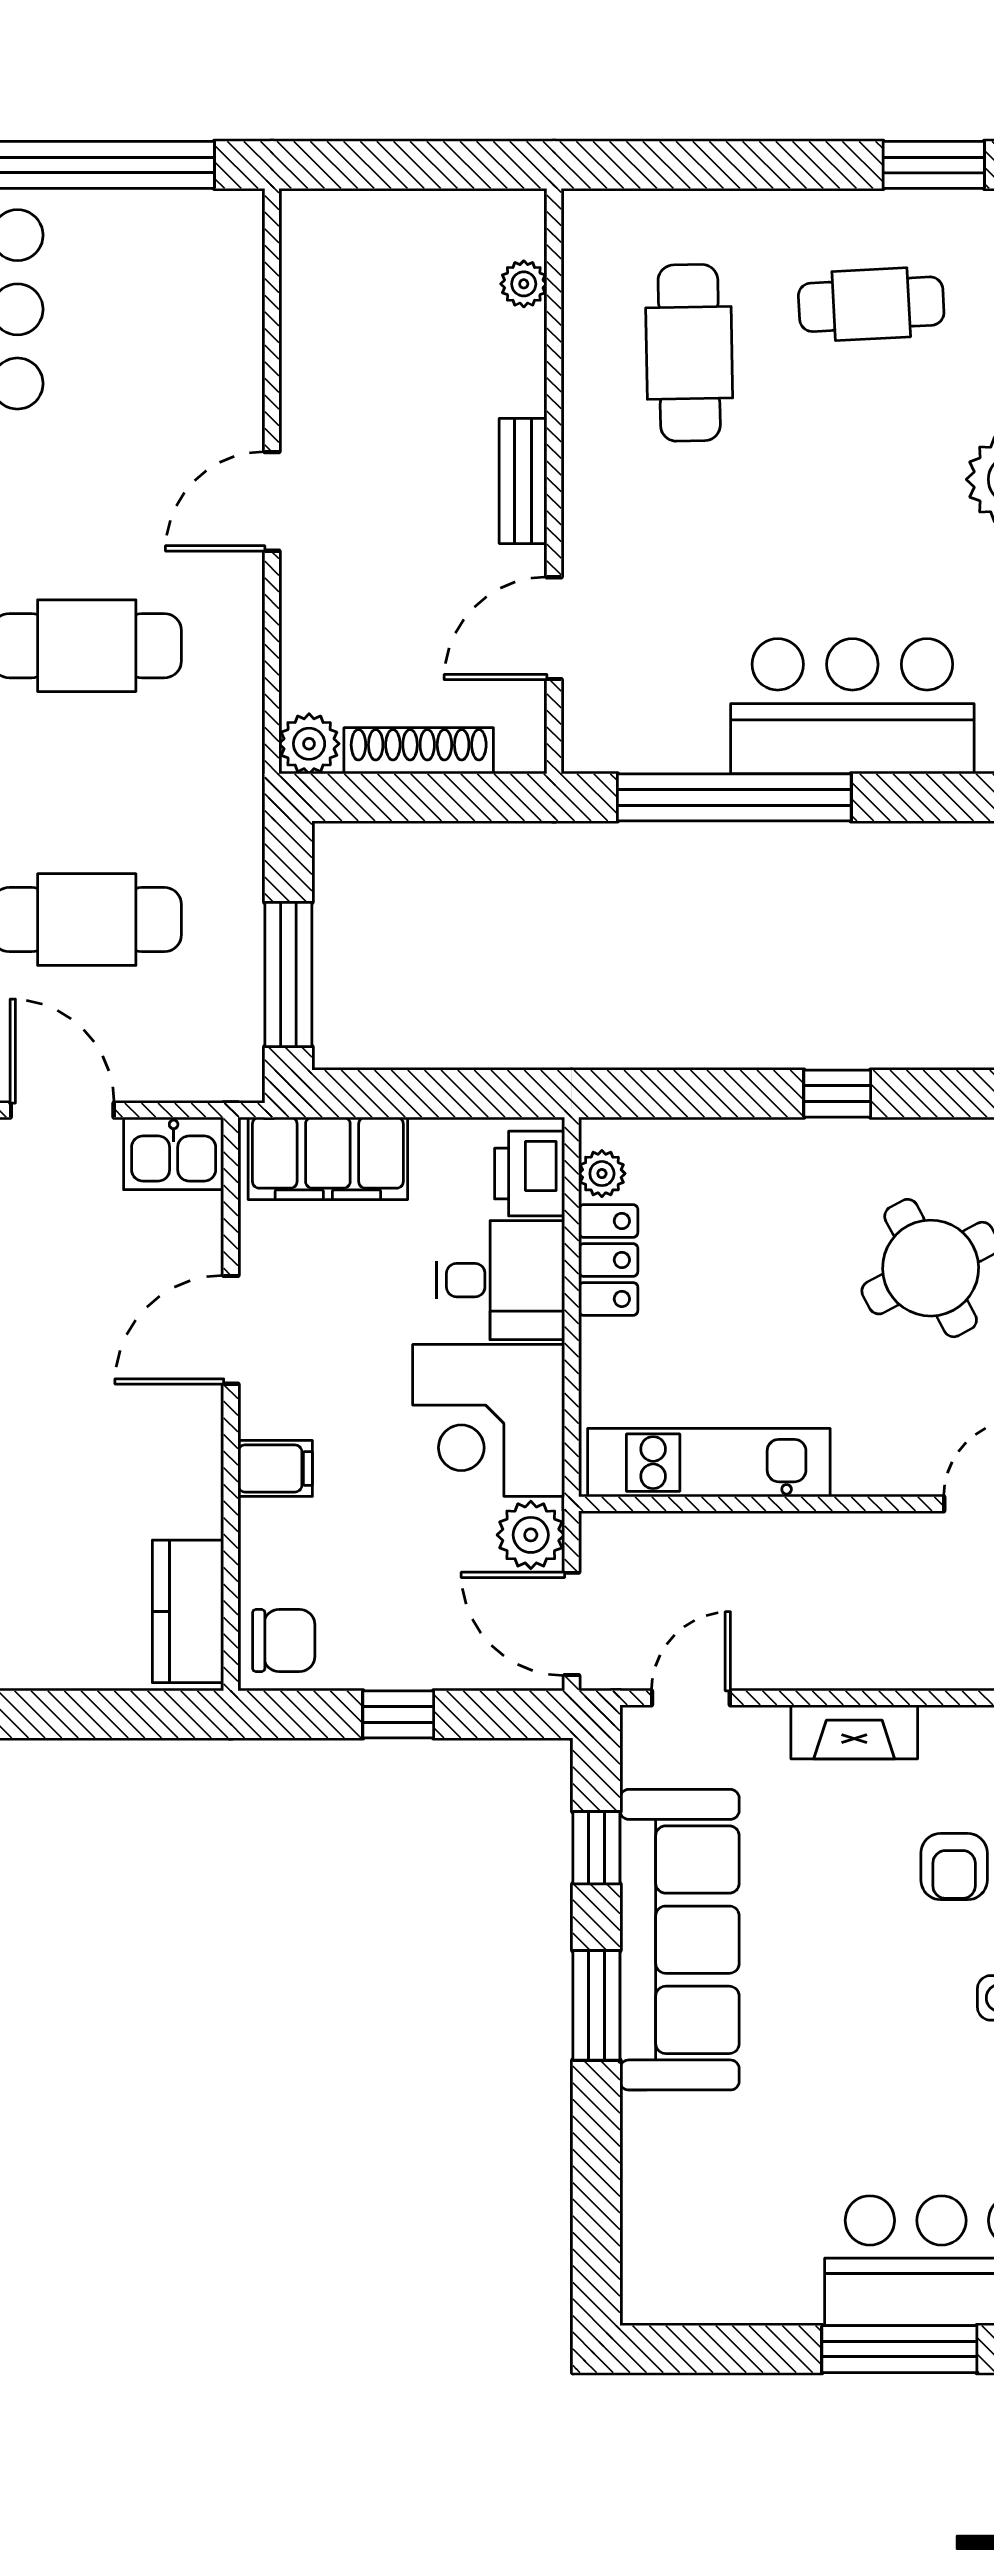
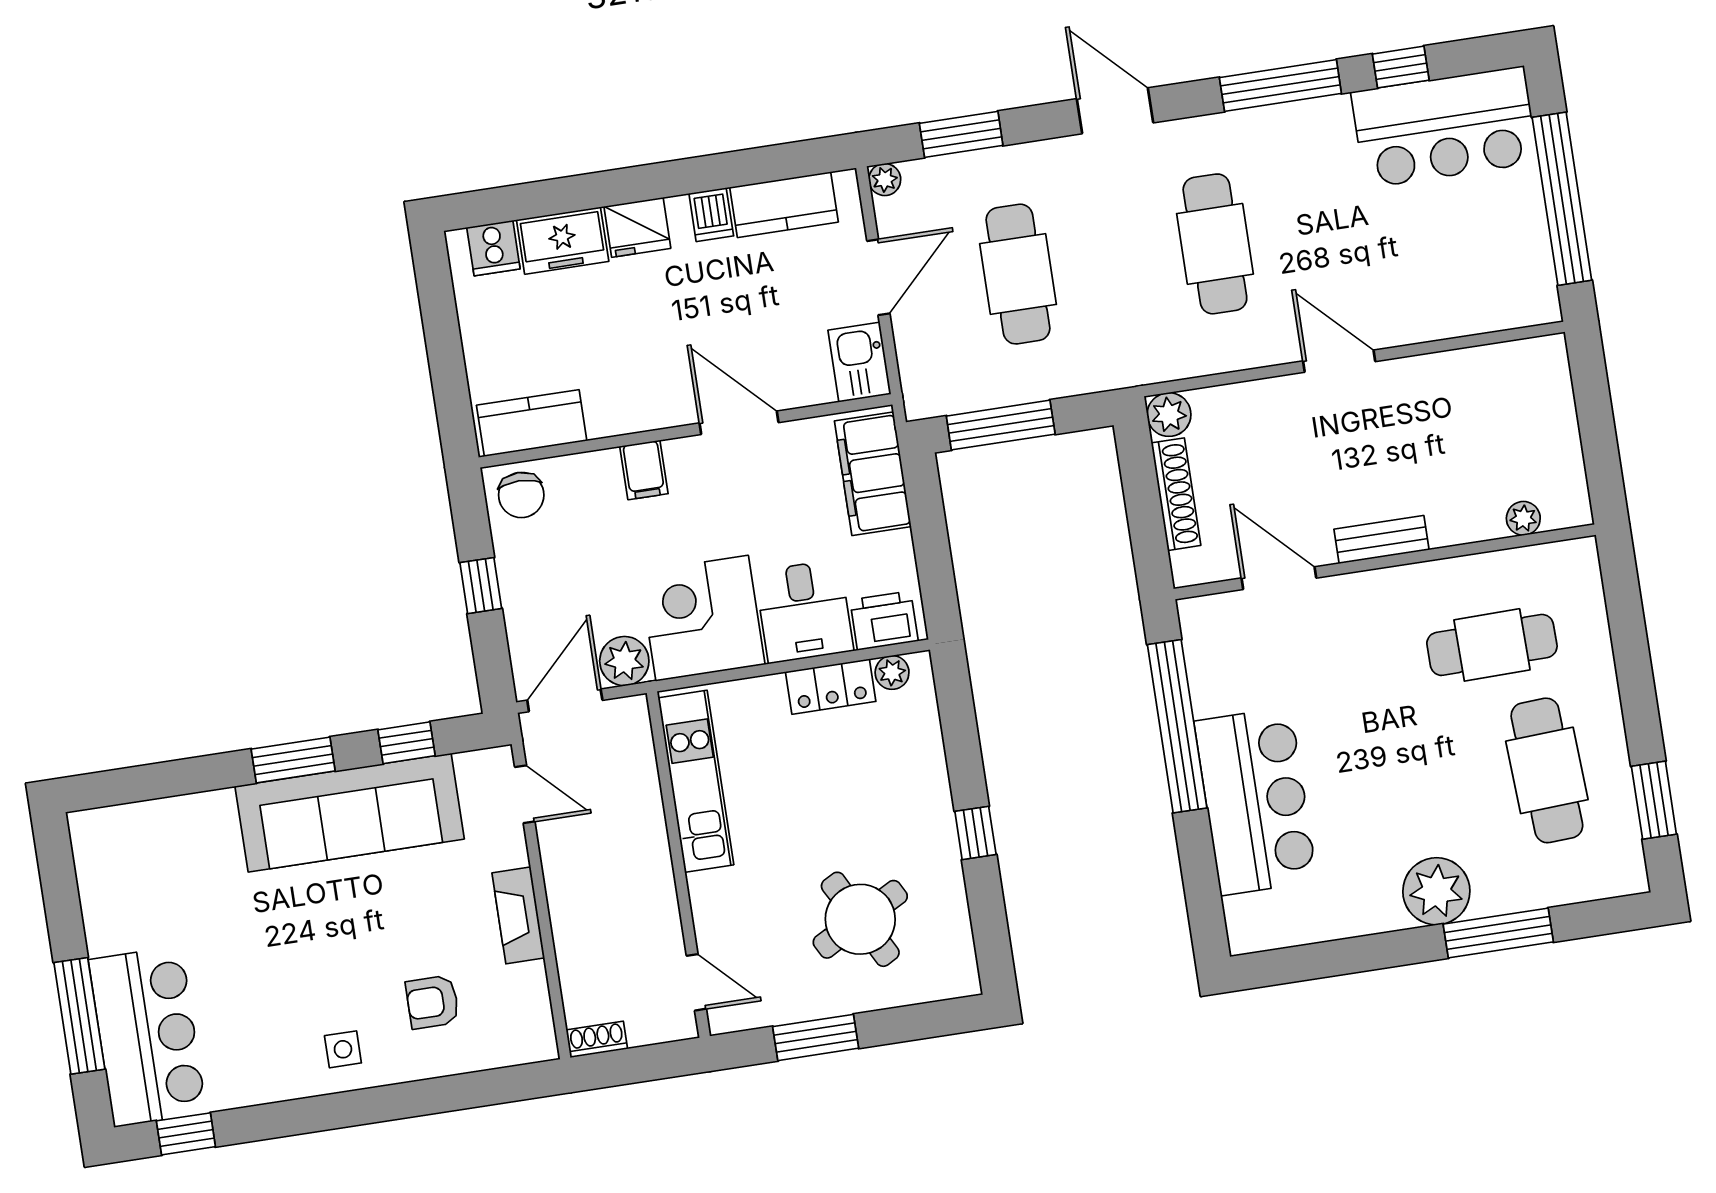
cafe table: (871, 304) -> (1547, 770), width x1.37, depth x1.35

